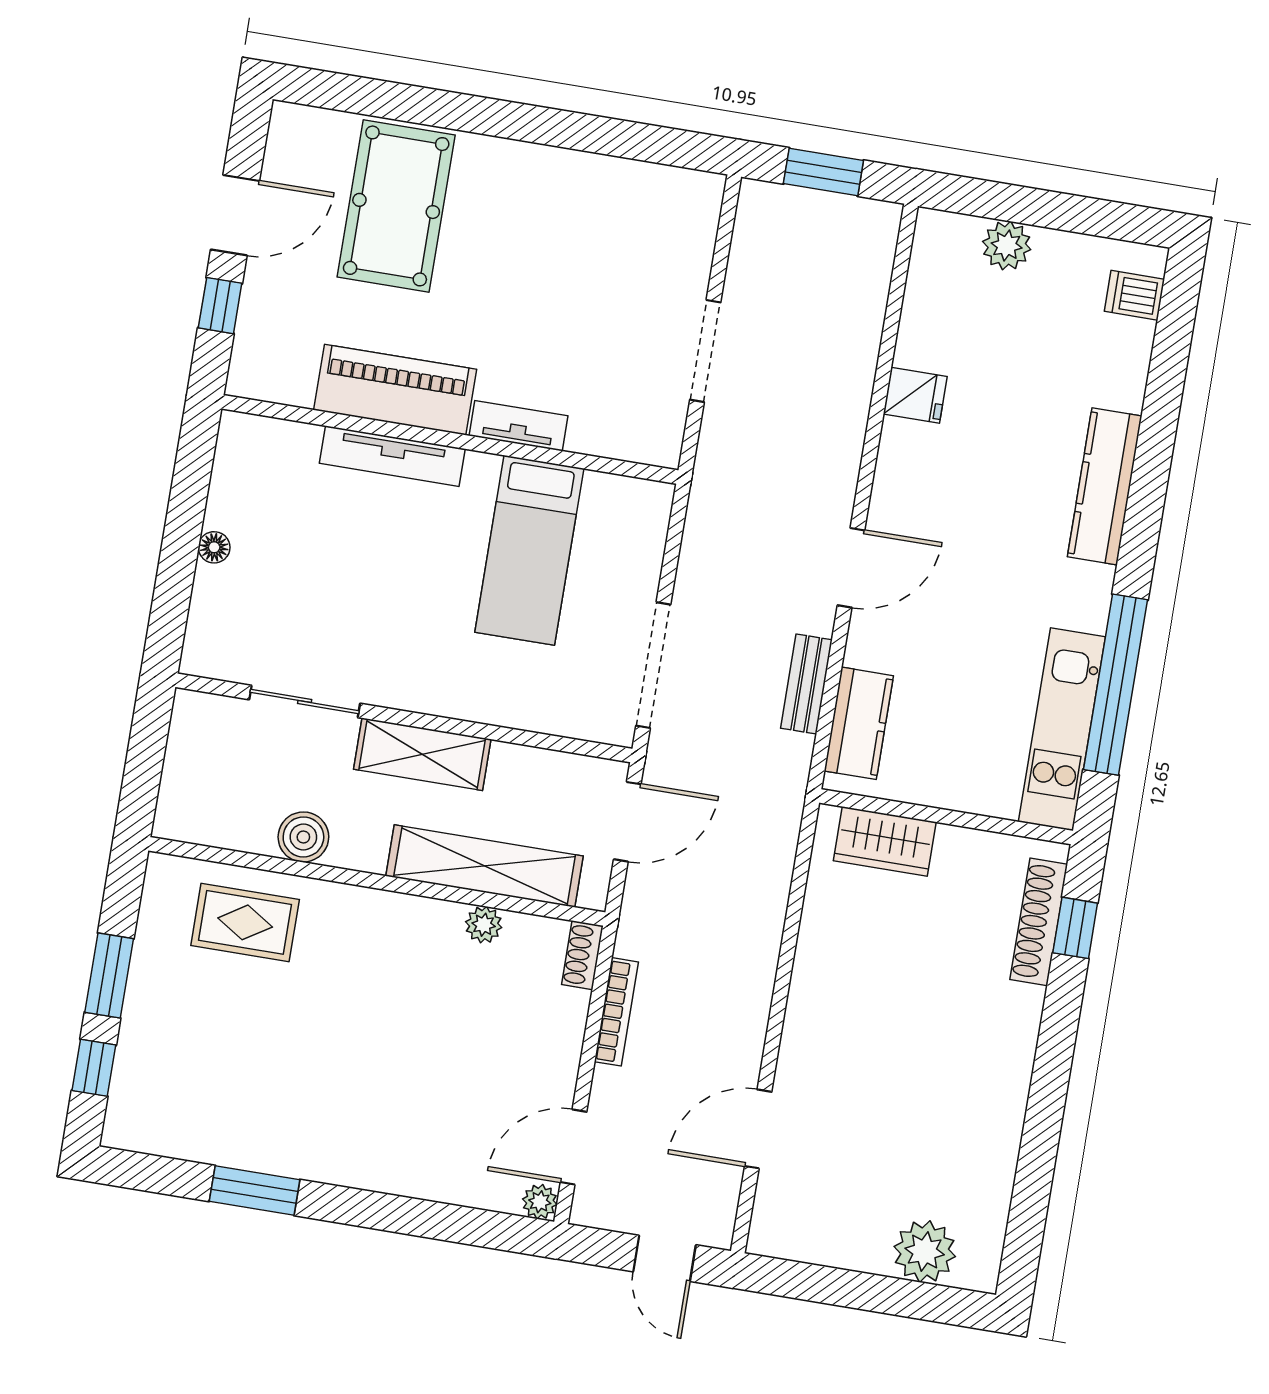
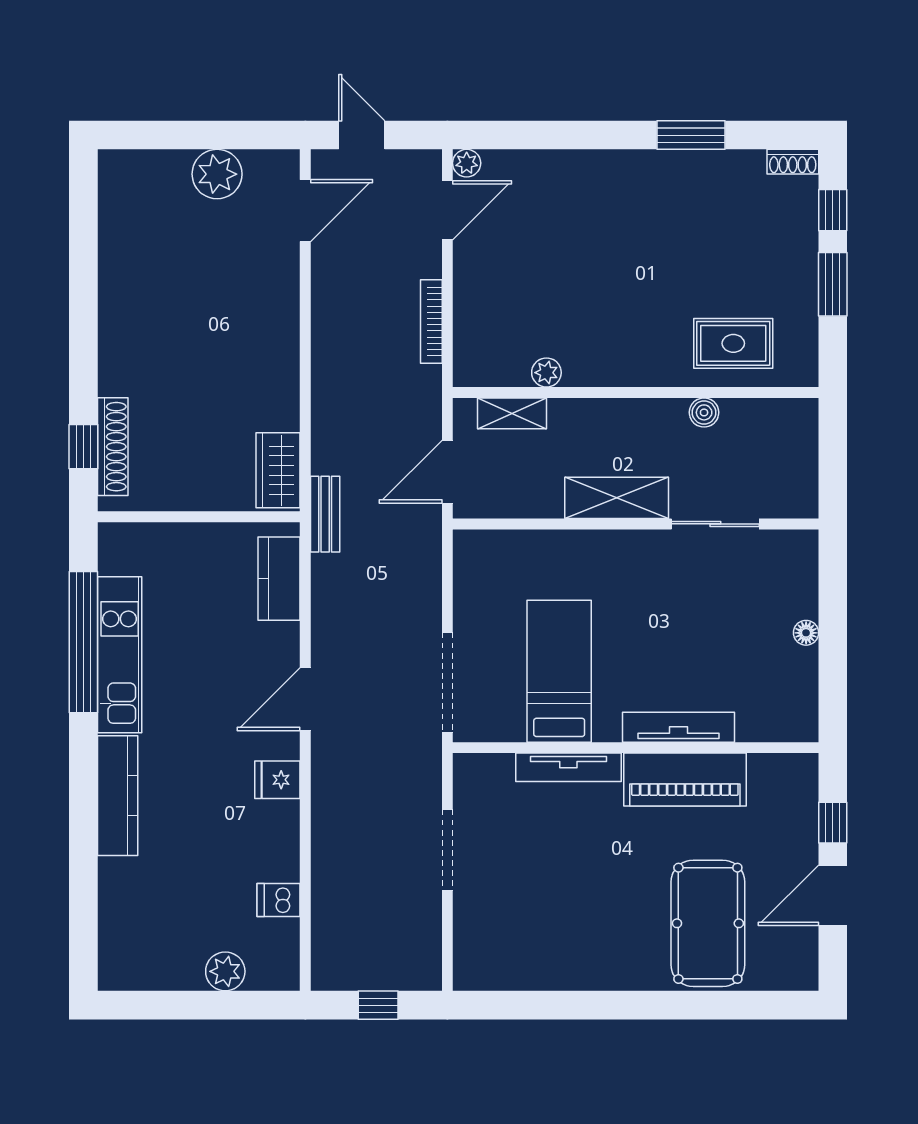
window: (823, 172) -> (378, 1005), width x0.67
dishwasher: (1134, 295) -> (279, 900), moved, turned 180
fridge: (915, 395) -> (277, 780), moved
tv unit: (519, 426) -> (568, 767), width x1.41
doorway: (653, 665) -> (447, 682), moved
bench: (806, 684) -> (325, 514), moved
kitchen unit: (1062, 729) -> (120, 655), moved
boiler: (303, 837) -> (704, 412), width x0.73, depth x0.73
wardrobe: (885, 841) -> (278, 470), moved, turned -90
shelving: (485, 866) -> (512, 413), width x0.45, depth x0.75
shoe rack: (582, 955) -> (793, 162), moved, turned 90
door: (758, 1129) -> (305, 211), moved
plant: (925, 1251) -> (217, 174), moved

